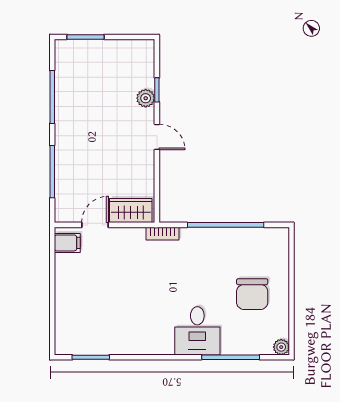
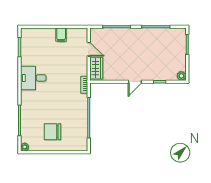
plant: (146, 98) -> (181, 76), moved
filing cabinet: (67, 243) -> (61, 35), moved
desk: (197, 331) -> (33, 78), moved

